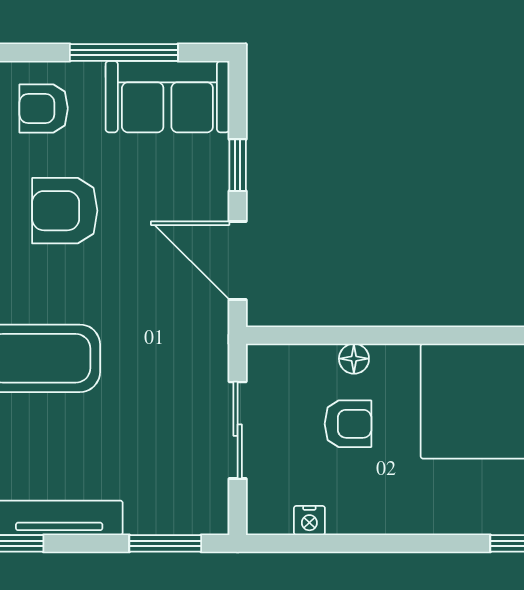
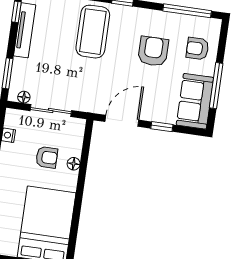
armchair: (44, 108) -> (197, 49), turned -90
armchair: (348, 424) -> (47, 157), turned -90
floor lamp: (215, 497) -> (24, 97), added

